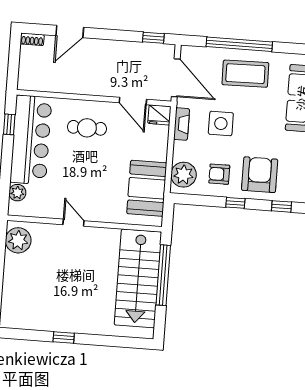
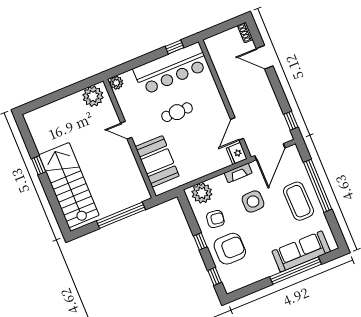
cafe table: (87, 128) -> (177, 112), moved, turned 90
armchair: (219, 174) -> (215, 219), turned 98
booth: (147, 188) -> (157, 161), moved, turned 90
plant: (17, 193) -> (116, 83), moved
door: (74, 223) -> (126, 130), swing flipped
stairs: (138, 278) -> (69, 185), moved, turned 90

